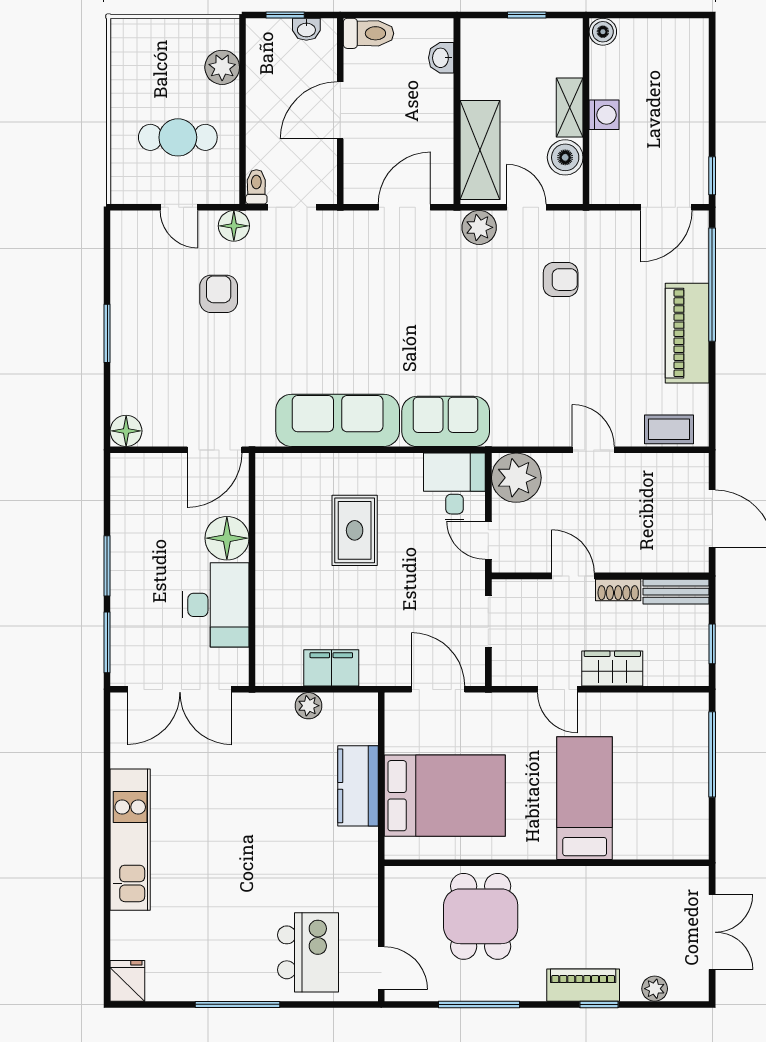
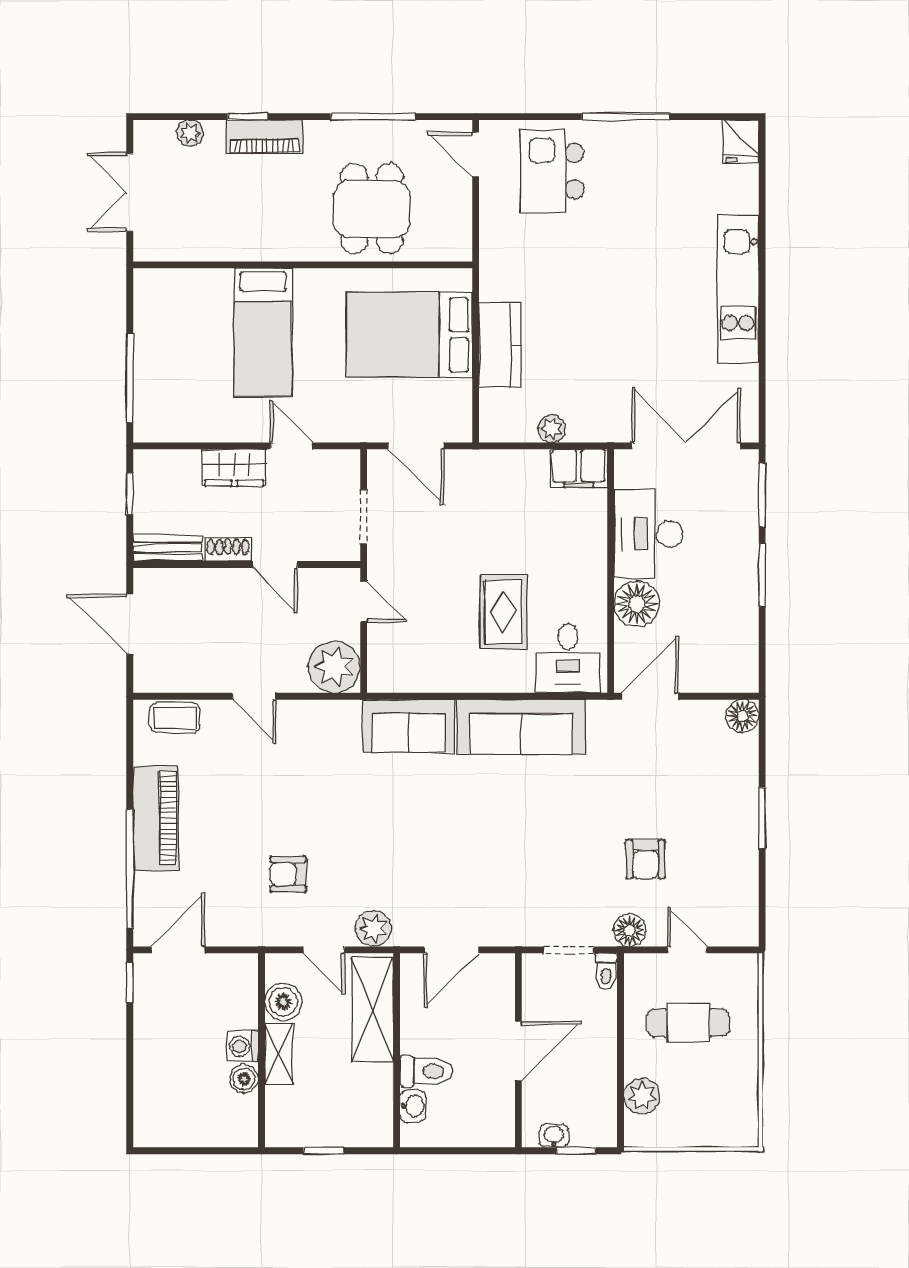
boiler: (603, 32) -> (244, 1079), moved
toilet: (368, 33) -> (426, 1071), moved, turned 180
desk: (454, 486) -> (568, 658), moved
filing cabinet: (331, 668) -> (579, 468), moved

